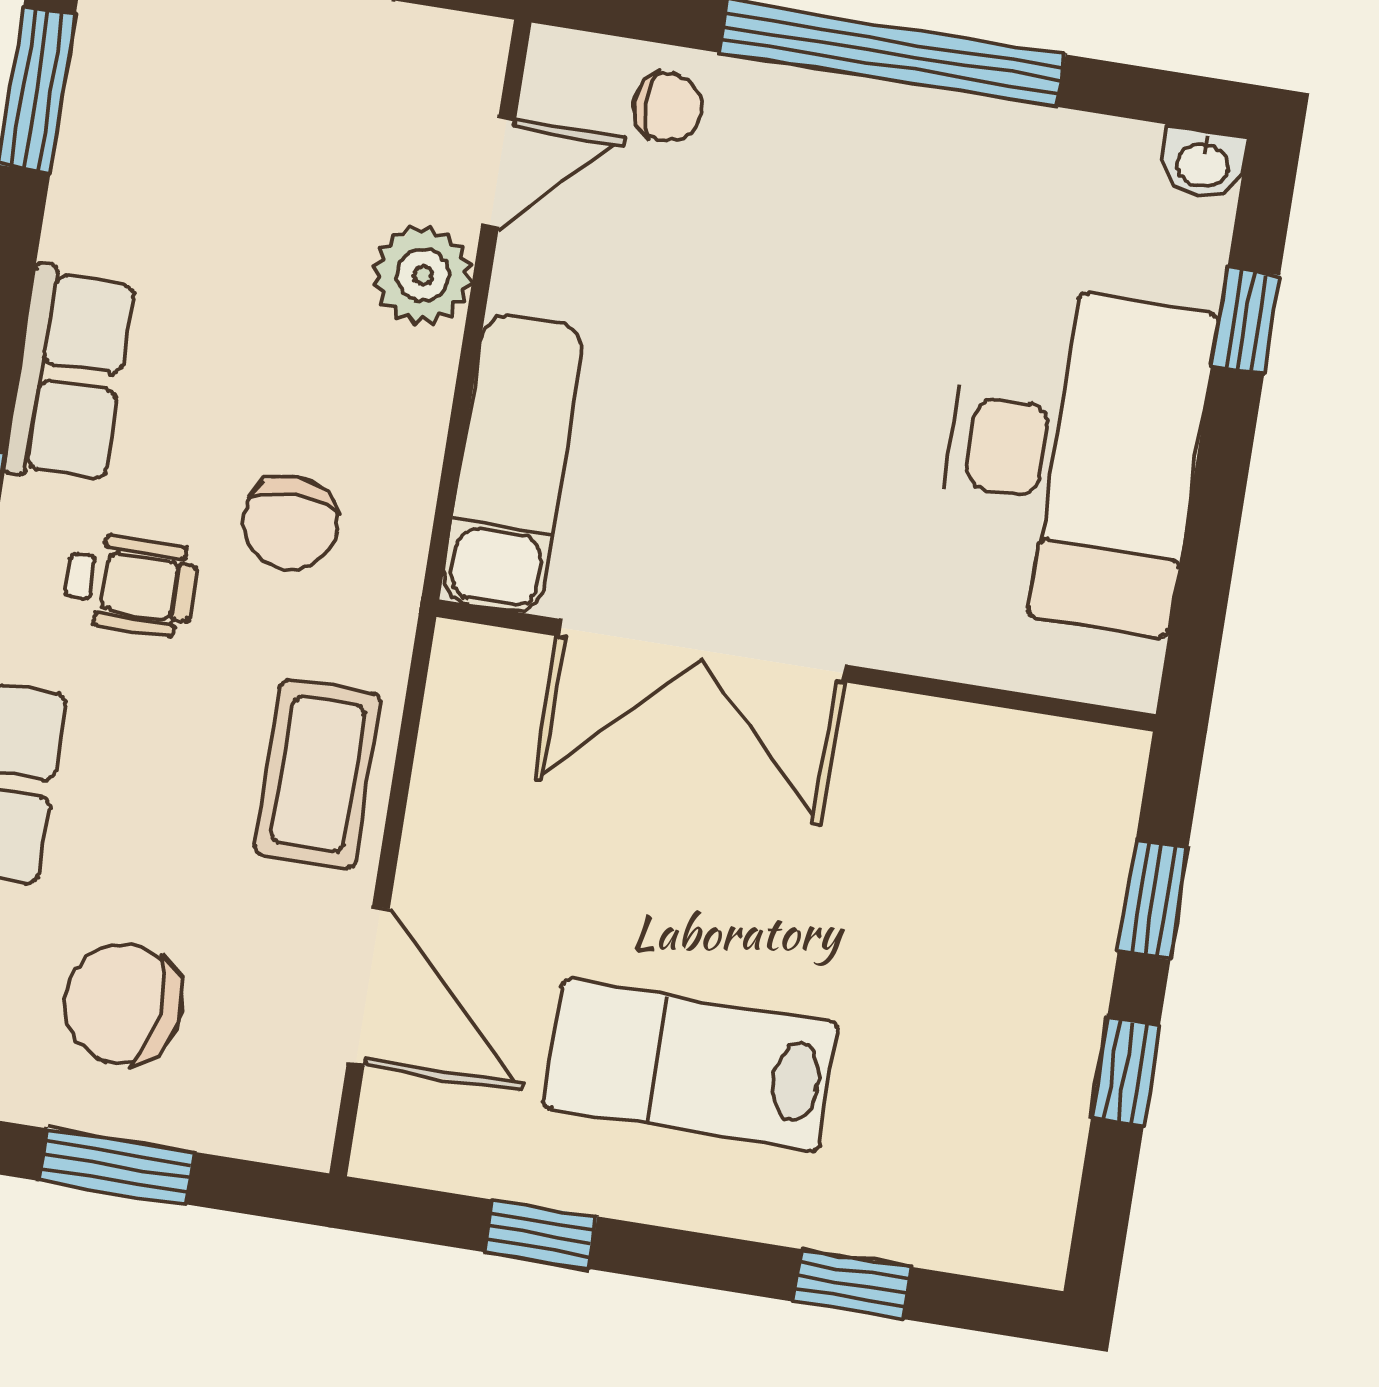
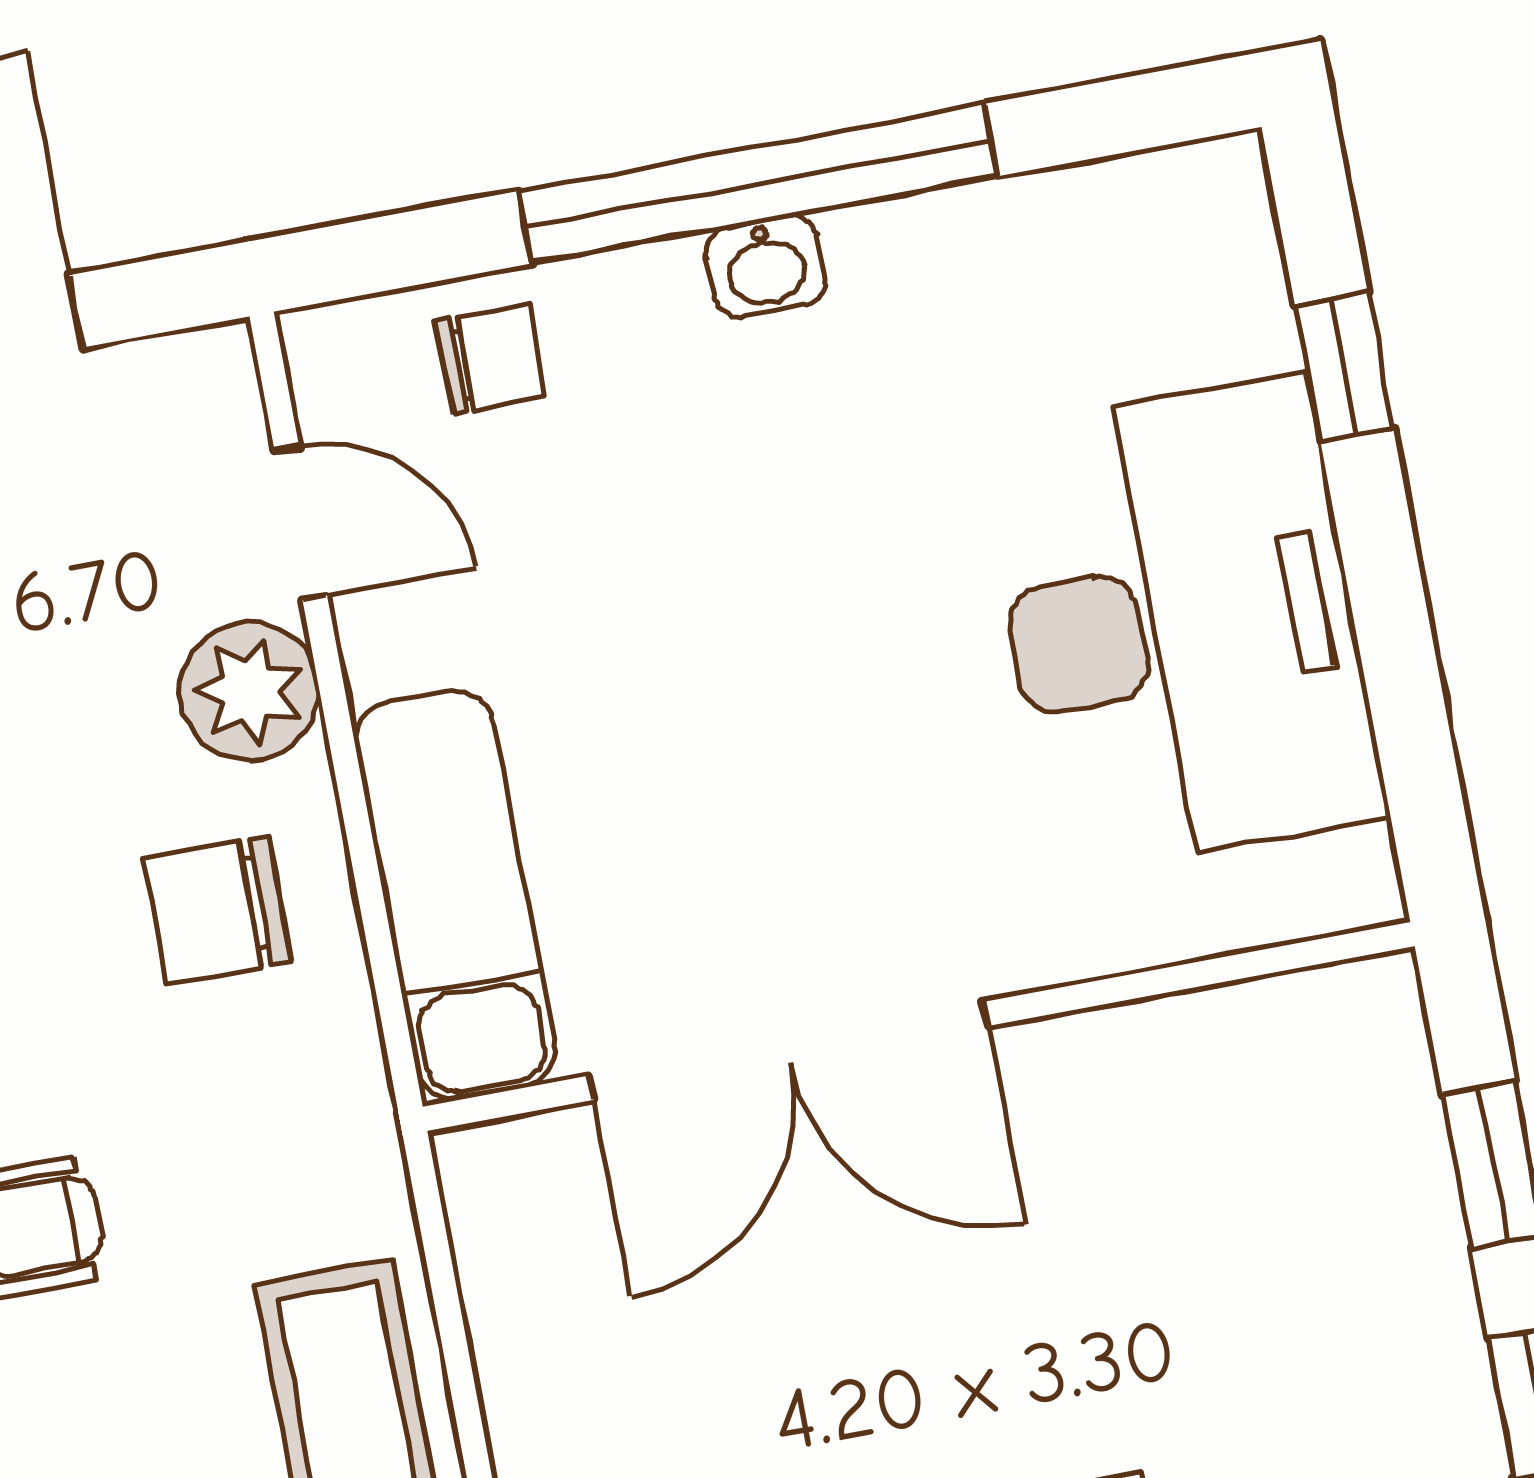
washbasin: (1203, 164) -> (766, 266), moved
door: (499, 173) -> (301, 523), hinge flipped
chair: (291, 523) -> (217, 910), moved, turned 90

